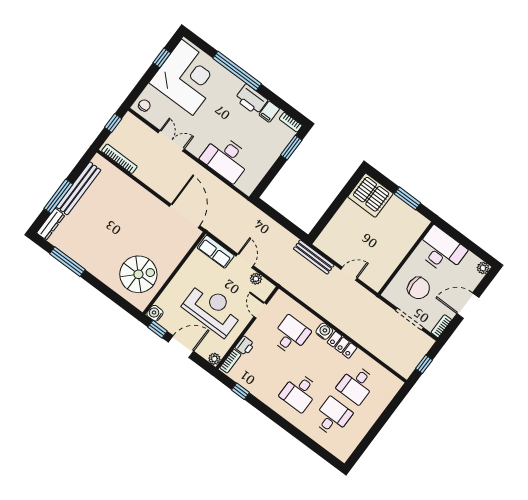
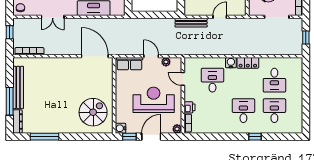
double door: (171, 141) -> (53, 17), swing flipped
window: (240, 391) -> (255, 137), moved
desk: (299, 392) -> (243, 111), turned 180

